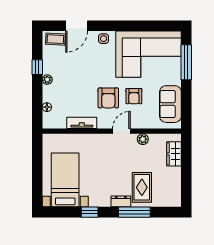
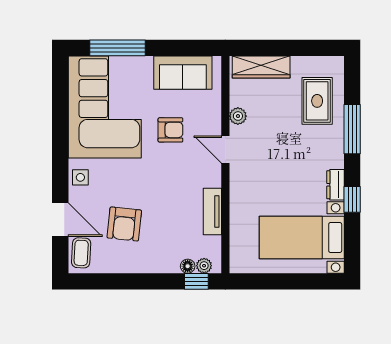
window: (37, 67) -> (196, 281), moved
plant: (47, 80) -> (204, 266), moved
armchair: (108, 98) -> (124, 224), moved, turned 96
wardrobe: (174, 154) -> (261, 67), width x1.50
rug: (142, 187) -> (317, 101), moved, turned 90
dresser: (121, 201) -> (335, 185), moved

